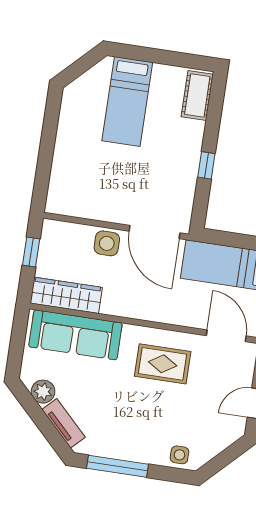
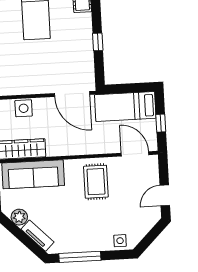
side table: (107, 243) -> (24, 108), moved
rug: (163, 364) -> (96, 182), turned 90

